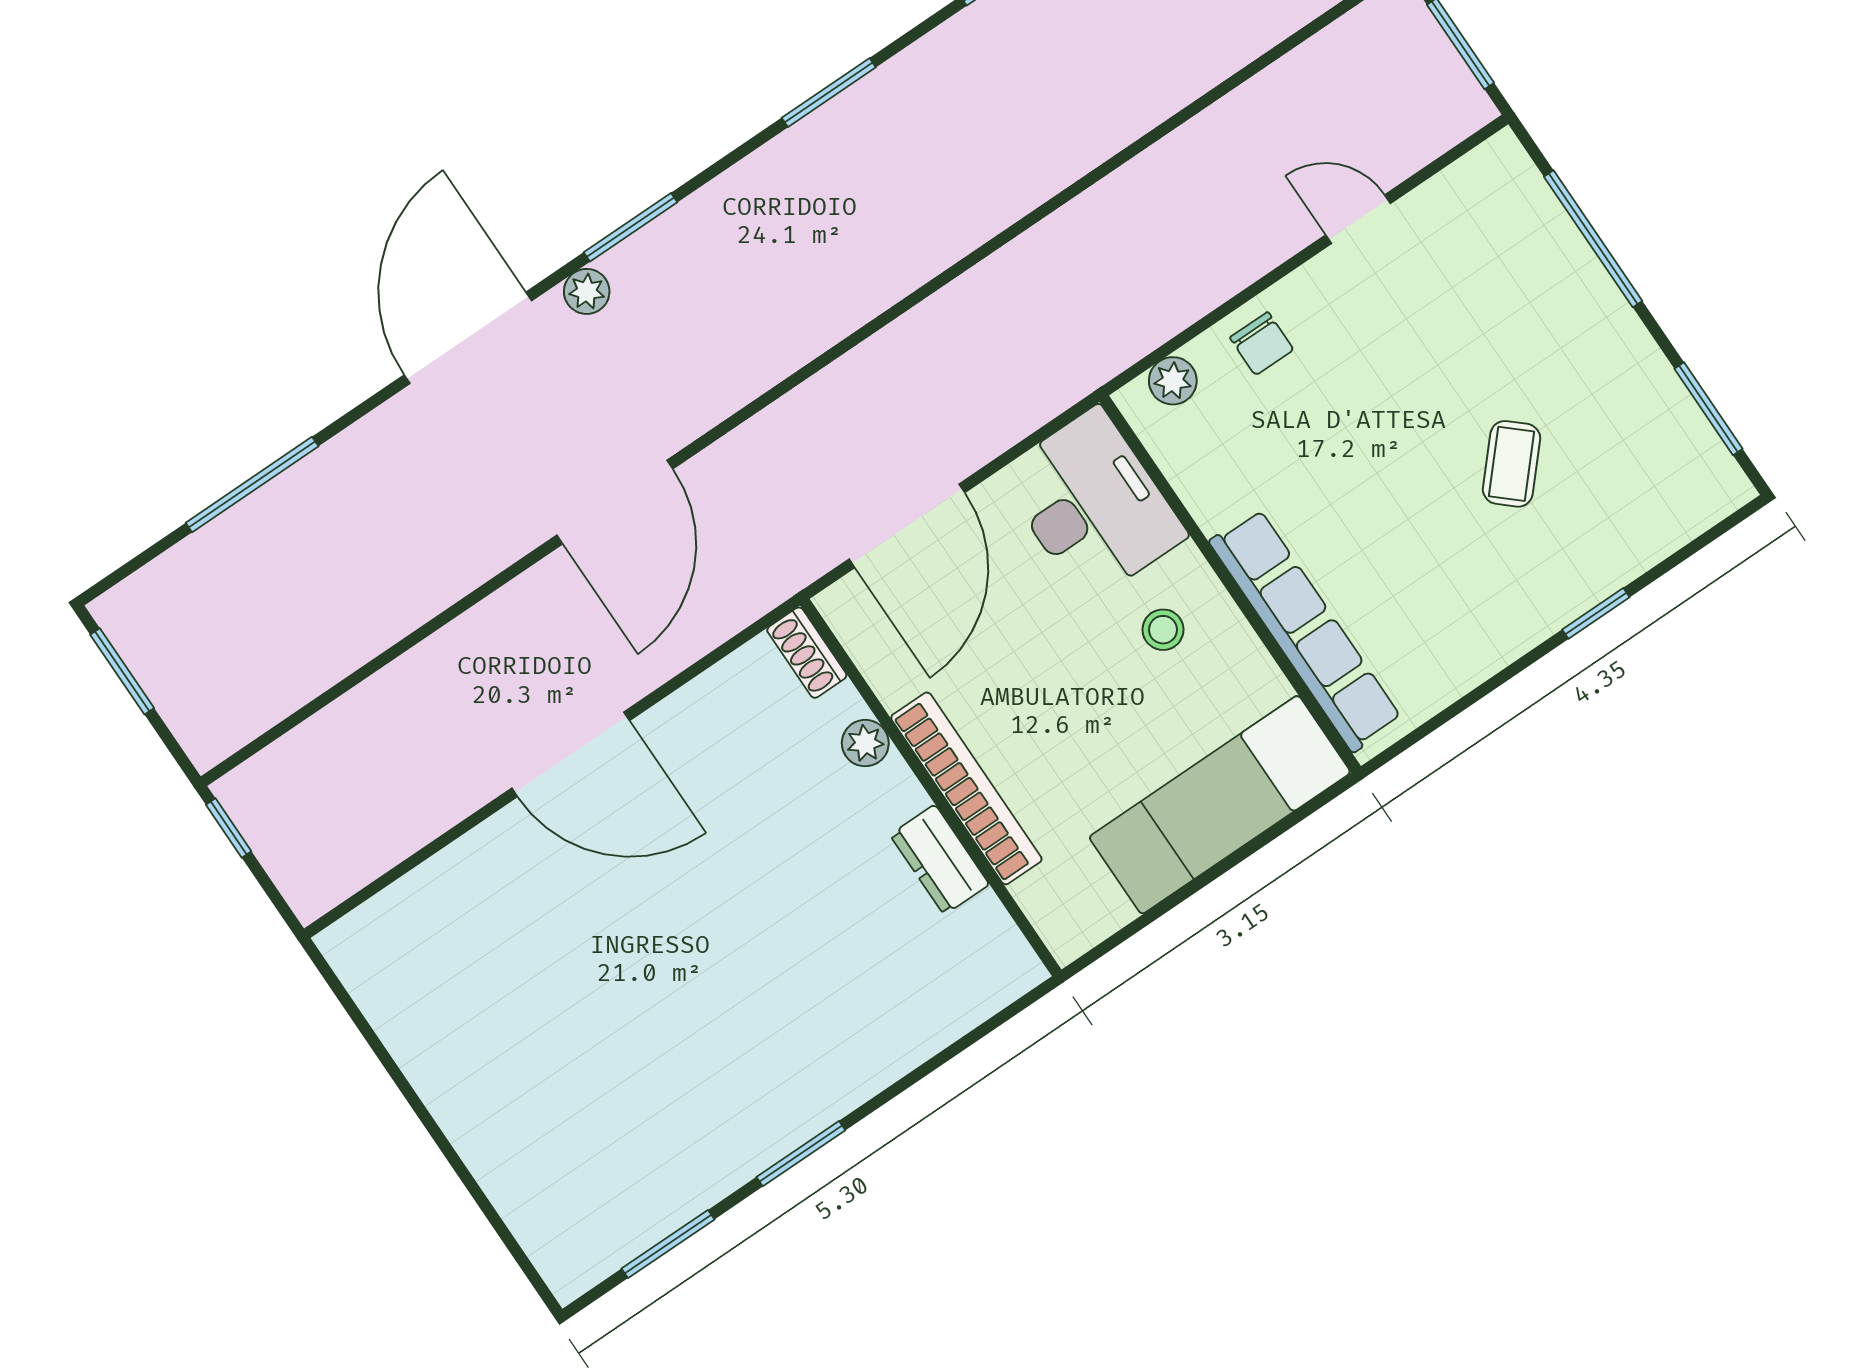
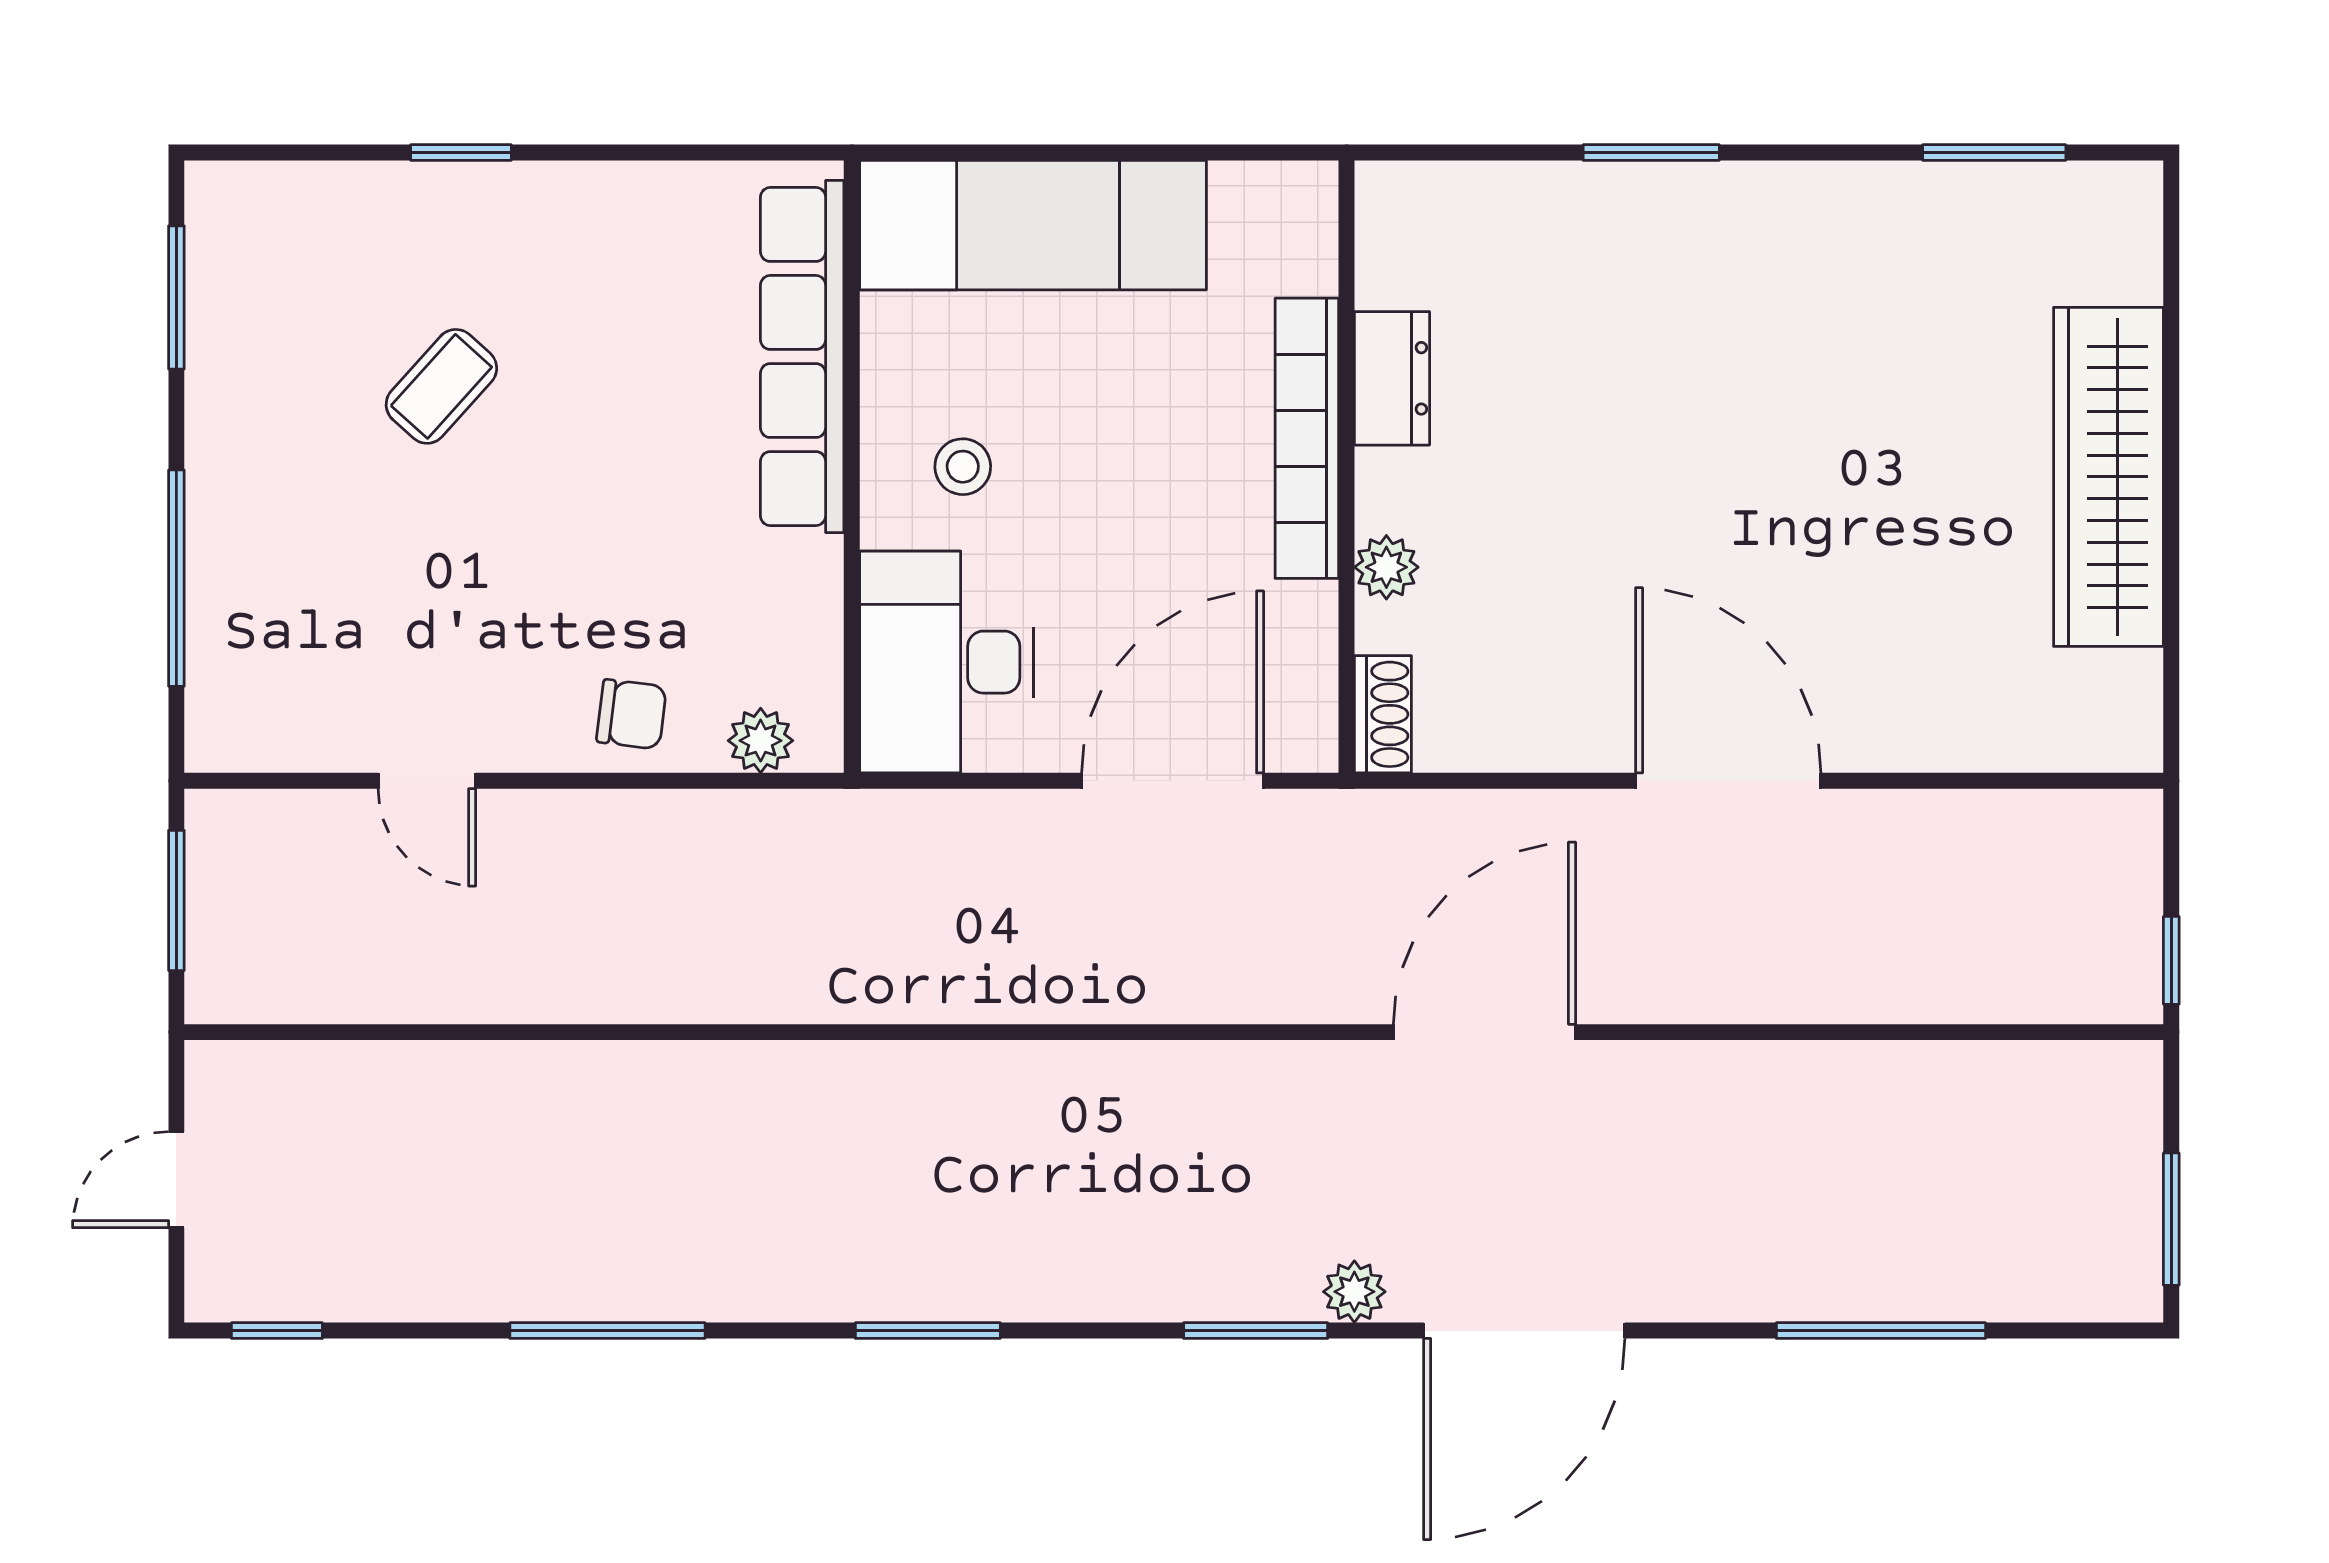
chair: (1262, 344) -> (631, 714), turned 97
wardrobe: (465, 1095) -> (2108, 477), added
window: (801, 1154) -> (1651, 153), moved

